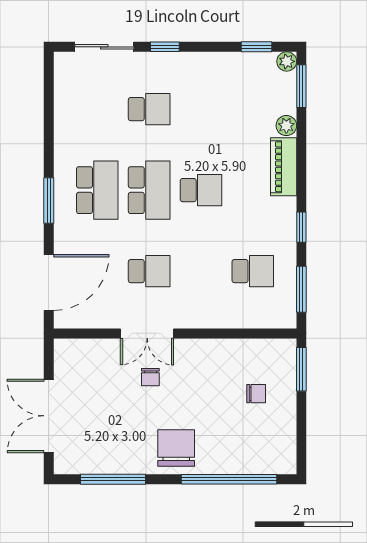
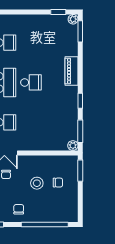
window: (165, 47) -> (13, 12), removed
plant: (286, 126) -> (73, 146), moved
school desk: (253, 271) -> (56, 122), removed
stool: (213, 395) -> (37, 183), added
chair: (176, 448) -> (19, 209), width x0.54, depth x0.54

